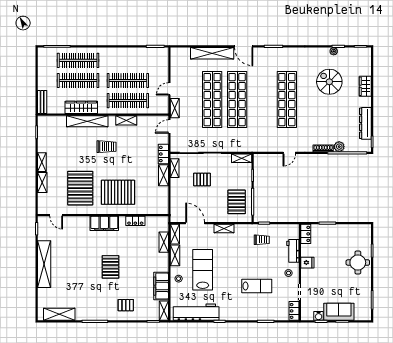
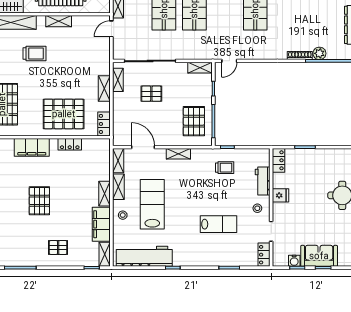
door: (289, 153) -> (229, 61), moved
locker: (163, 154) -> (104, 124), moved
pallet: (118, 192) -> (64, 114), moved
shelving: (164, 242) -> (104, 194), moved

